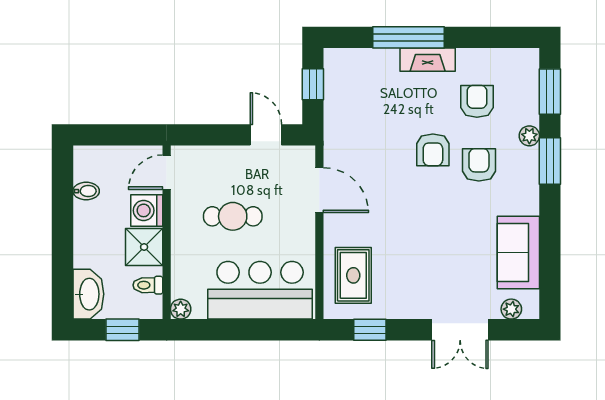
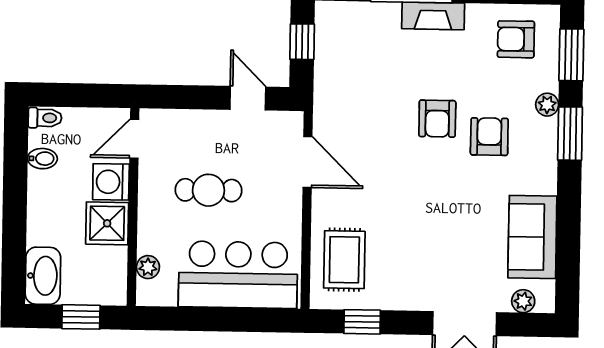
armchair: (477, 101) -> (516, 39), moved, turned -90
toilet: (148, 285) -> (45, 118), moved, turned 180
plant: (181, 309) -> (148, 267), moved

